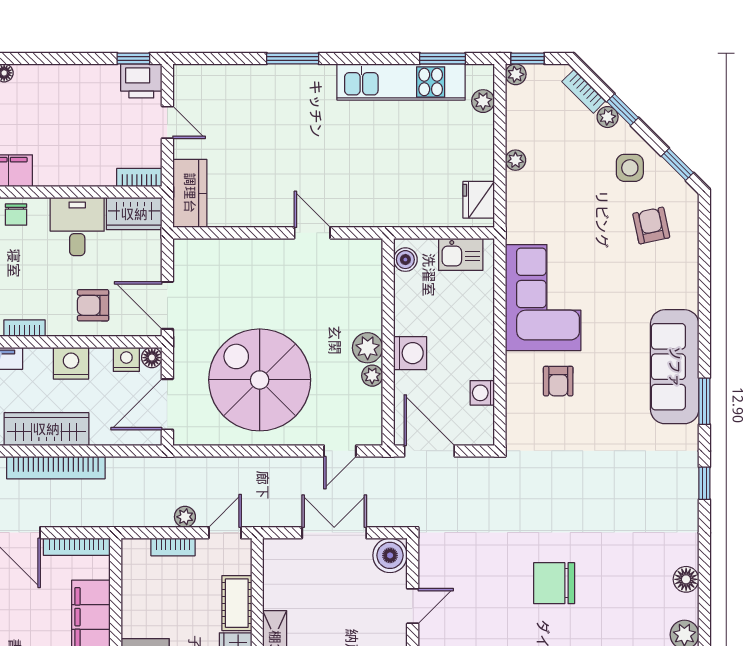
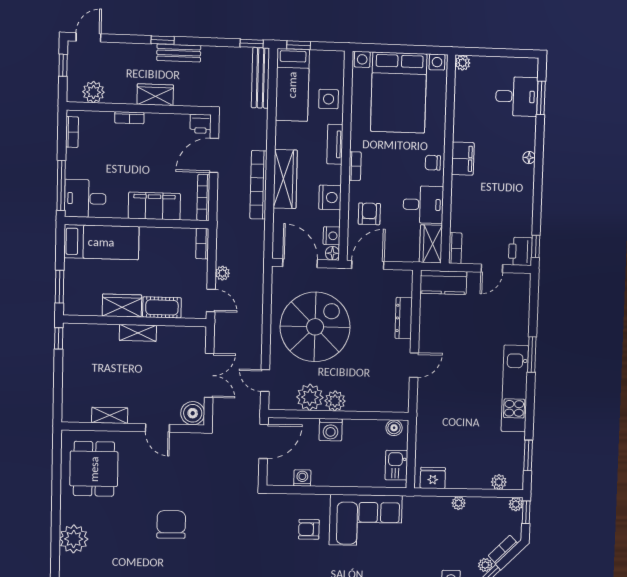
kitchen unit: (401, 82) -> (515, 389), moved
dresser: (244, 250) -> (404, 318), added
plant: (372, 376) -> (310, 397), width x1.88, depth x1.88
bookcase: (173, 547) -> (202, 244), moved

